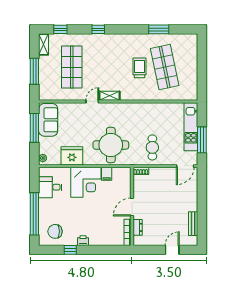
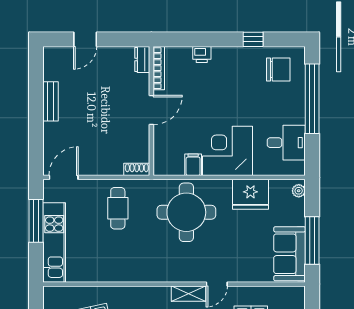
bench: (193, 224) -> (51, 101), moved
dresser: (138, 227) -> (142, 60), moved
printer: (83, 241) -> (202, 54), moved

